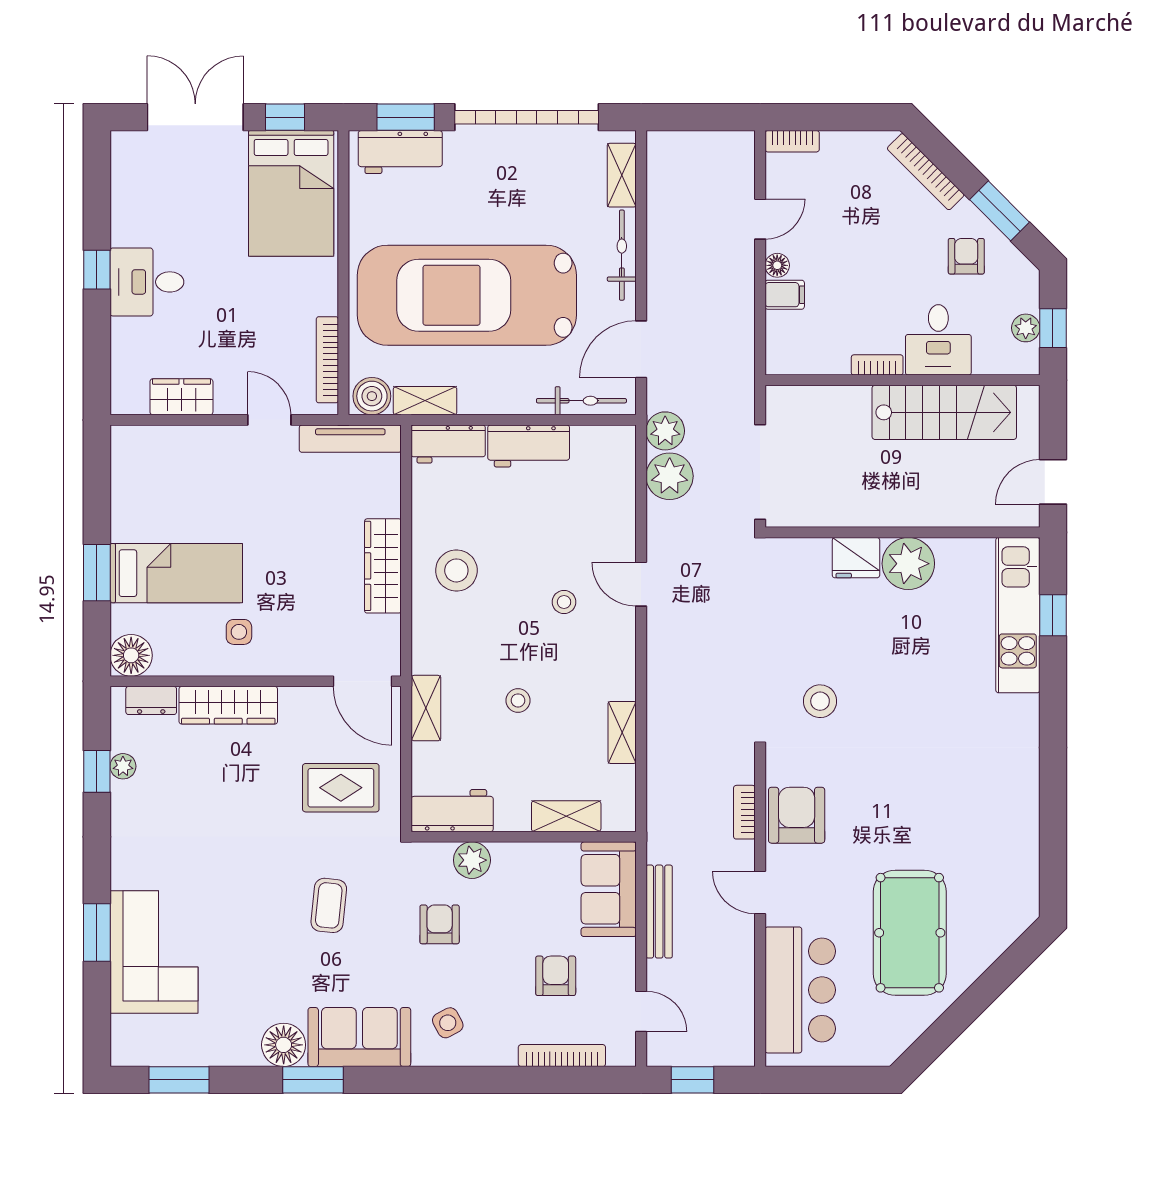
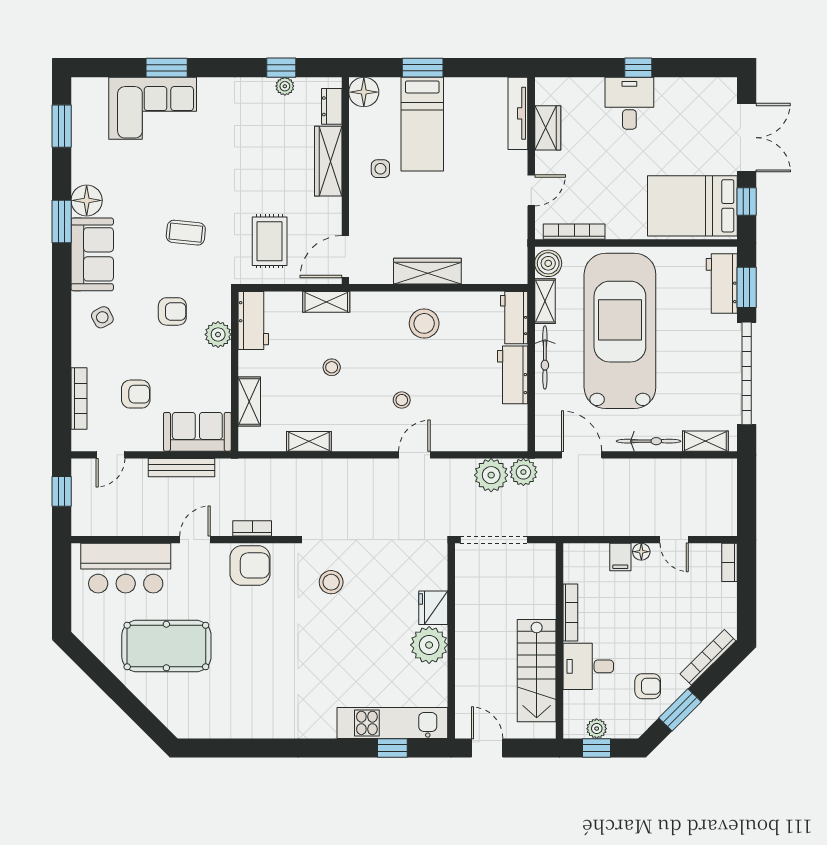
bookcase: (877, 365) -> (570, 613), width x1.56
bicycle: (581, 401) -> (545, 357), moved
tv unit: (350, 439) -> (518, 113), moved

